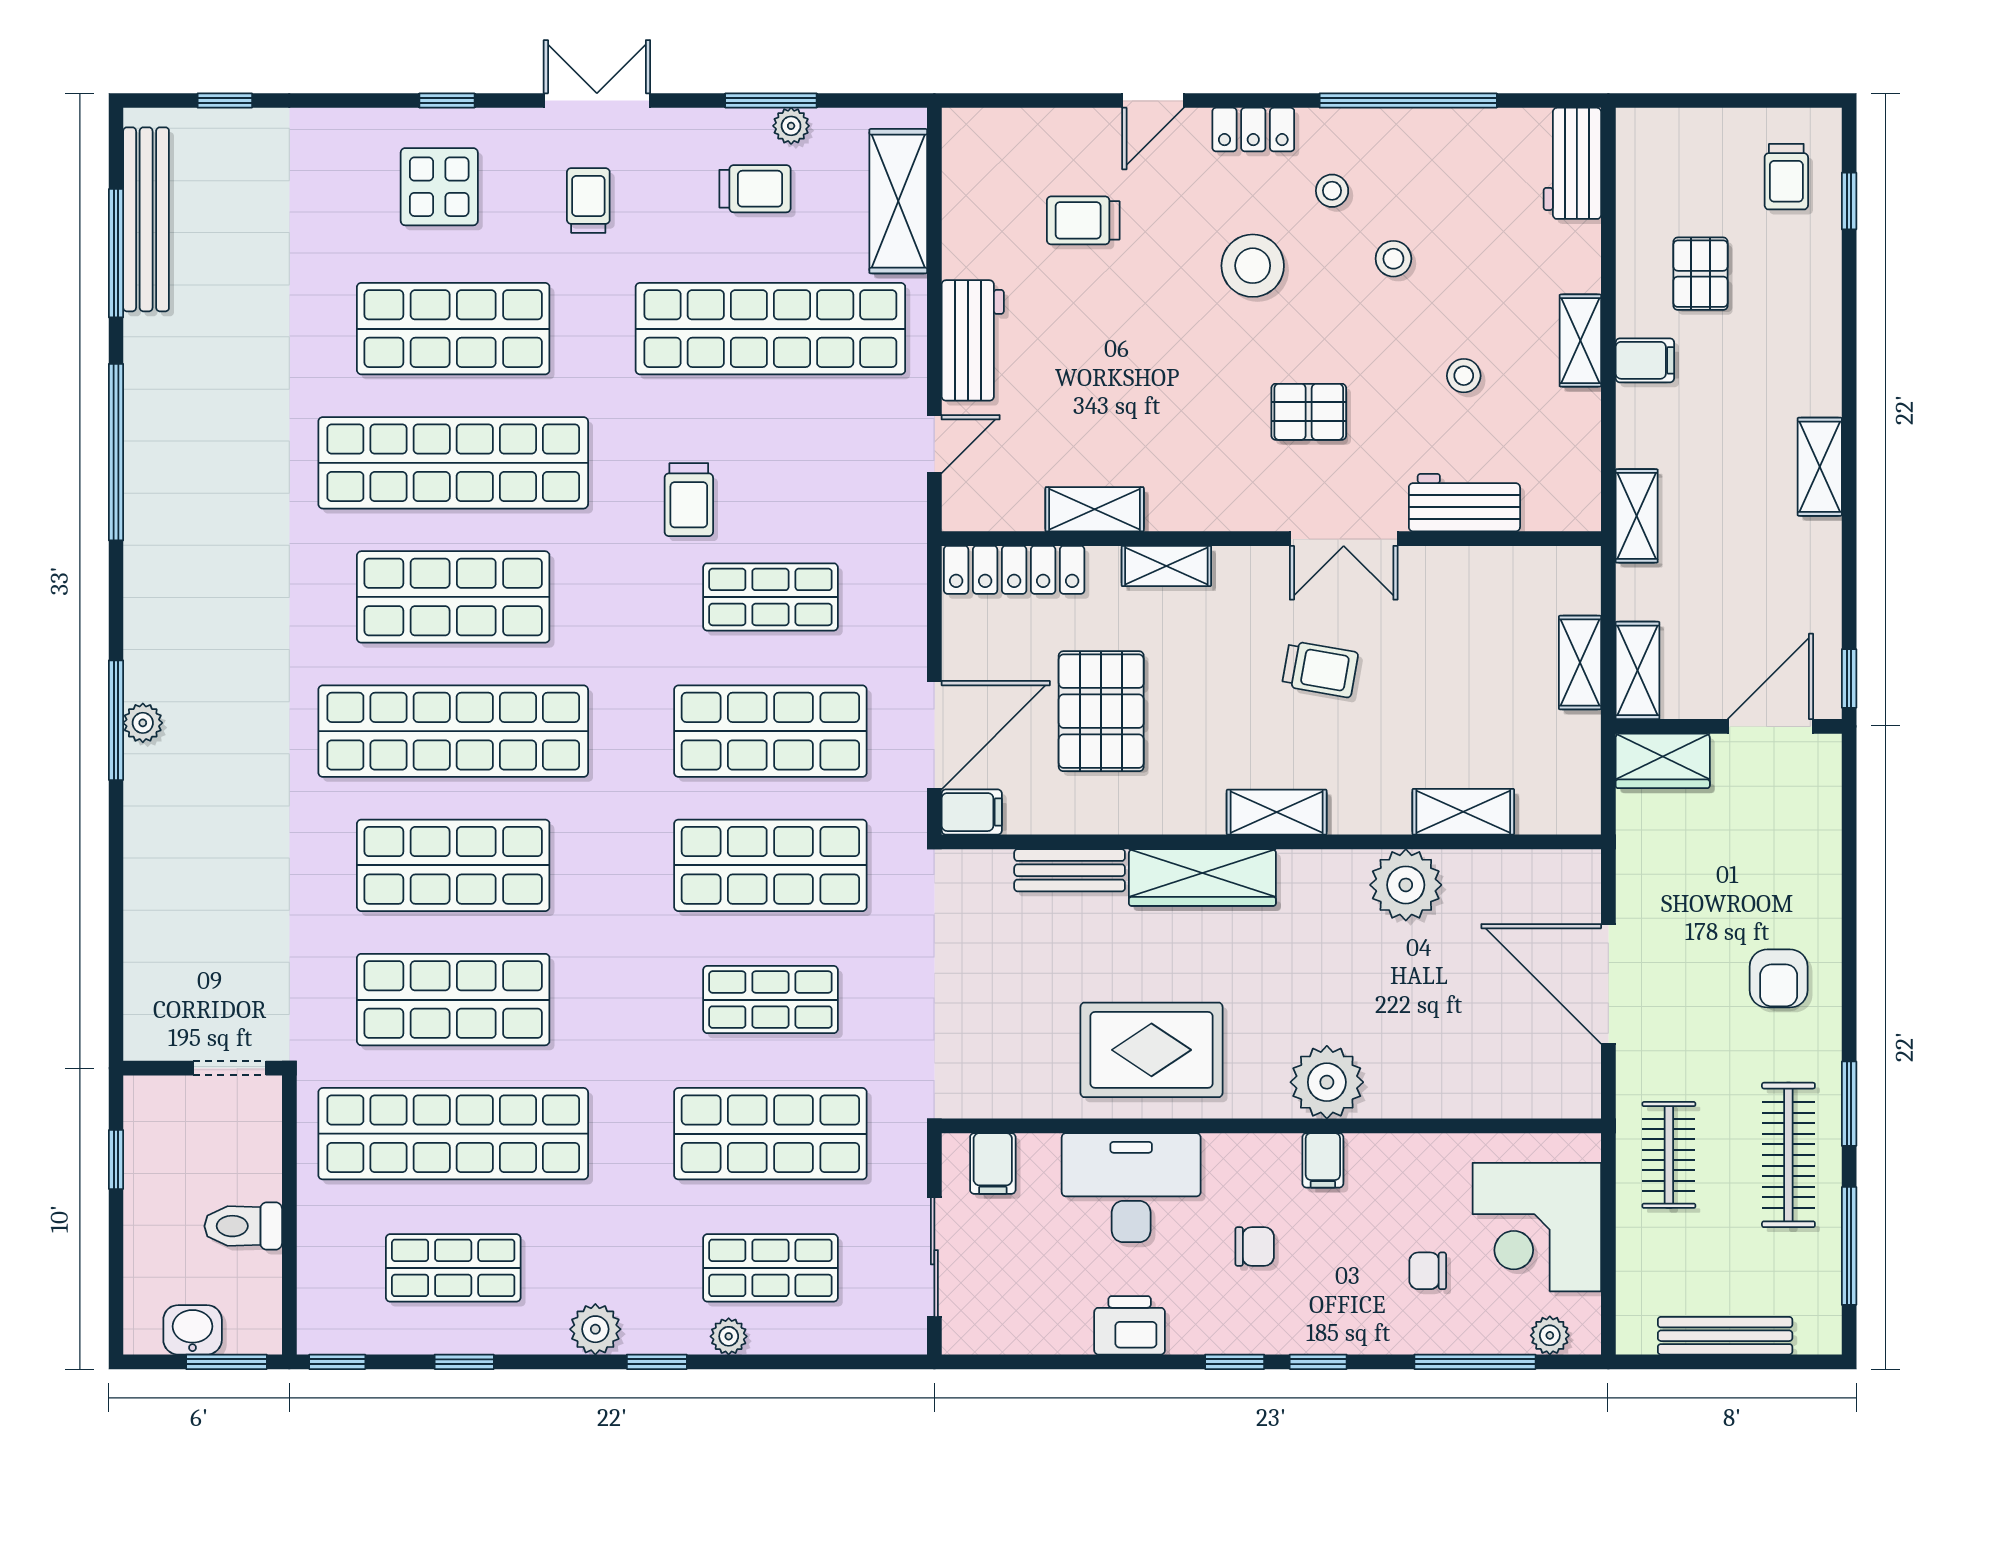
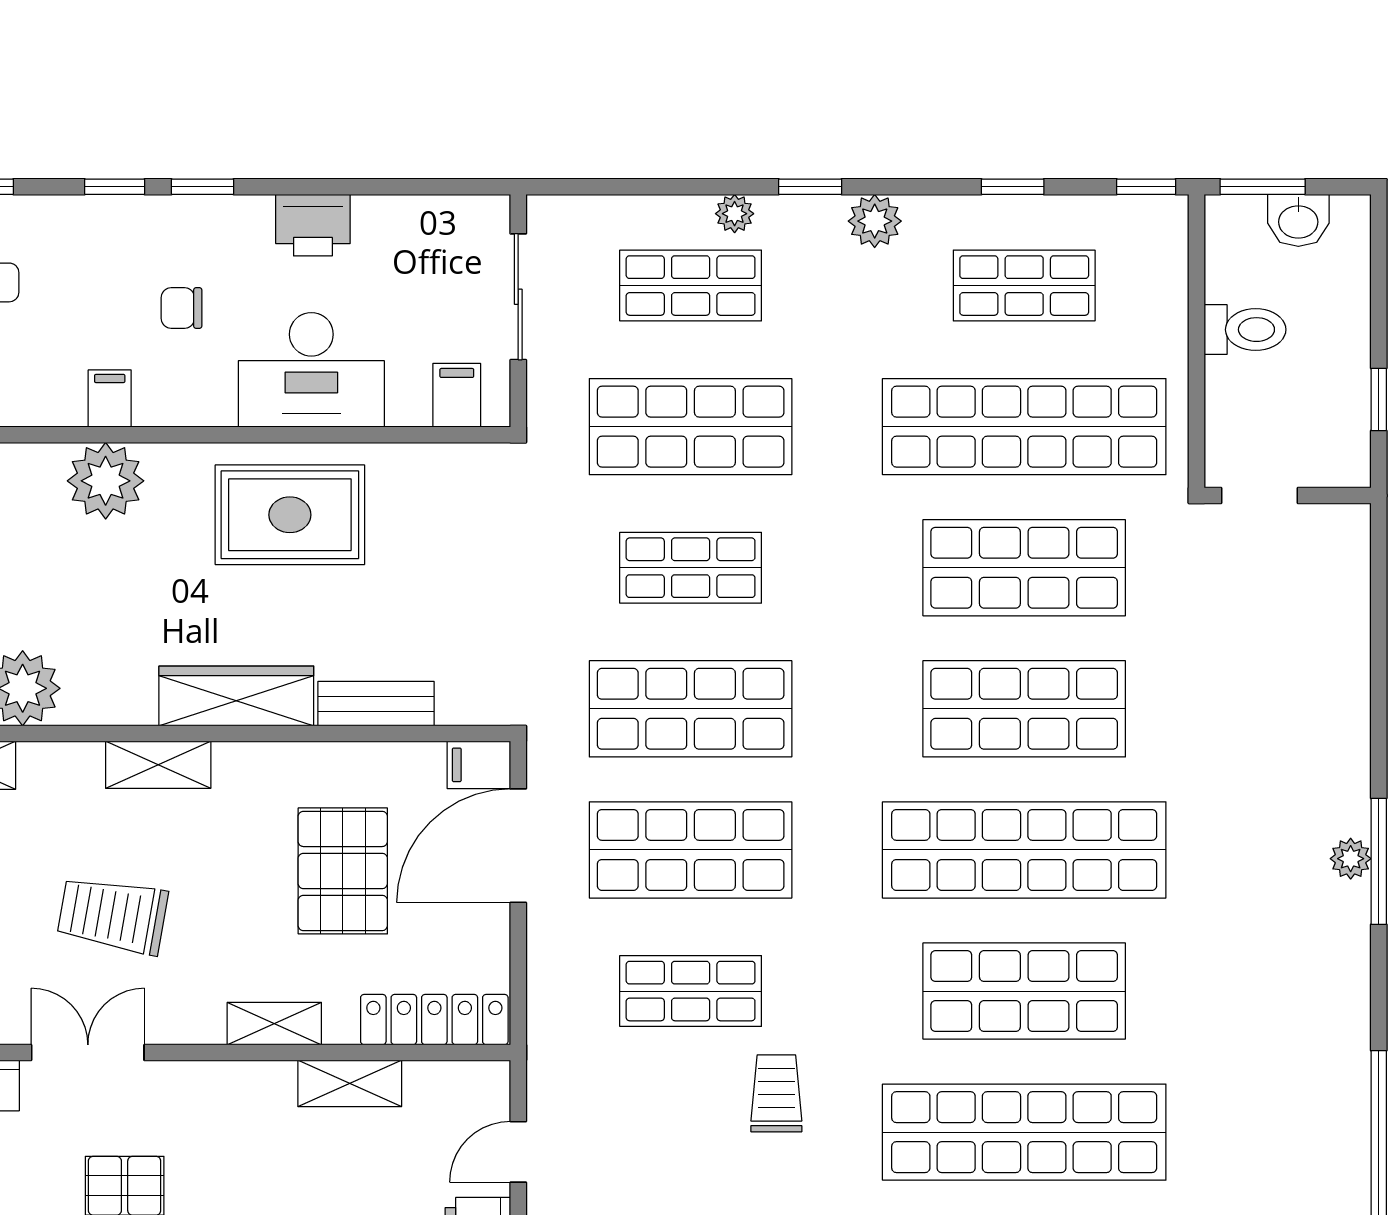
trolley: (1320, 669) -> (113, 915), width x1.36, depth x1.39

